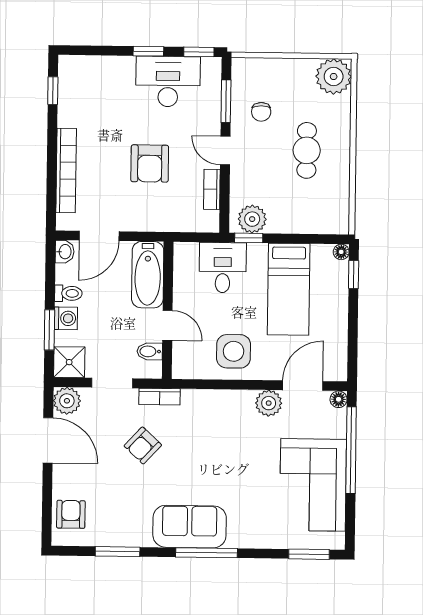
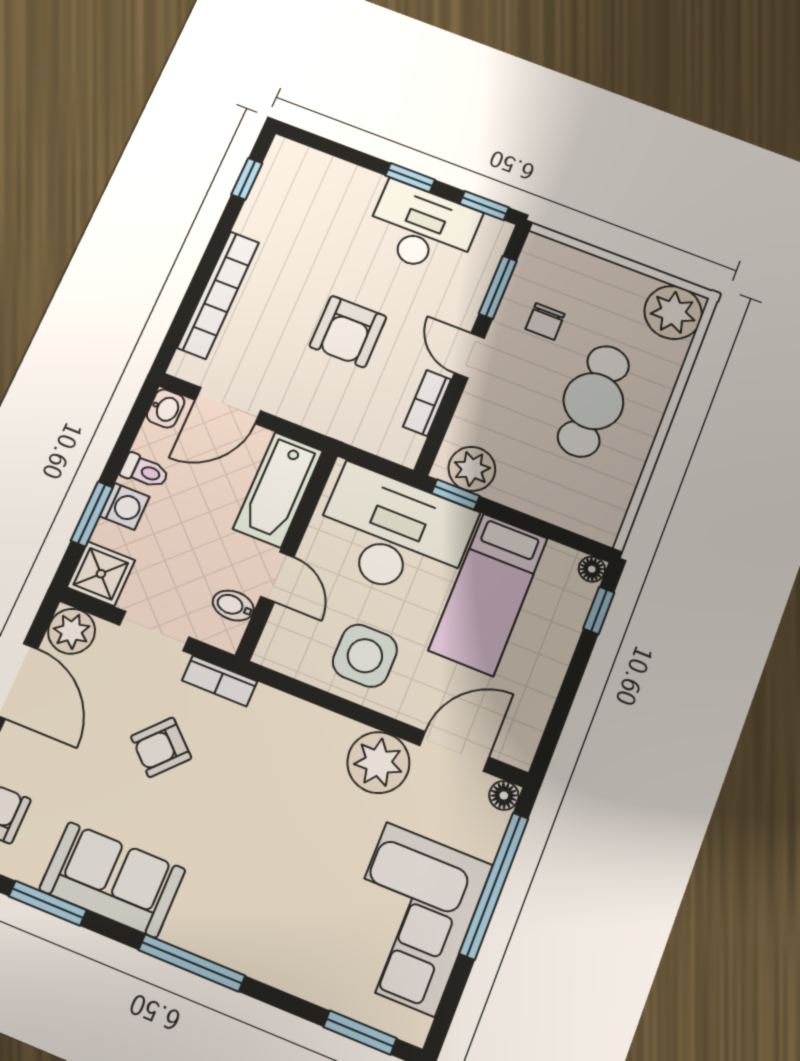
cafe table: (307, 150) -> (593, 401), width x1.37, depth x1.35
desk: (223, 268) -> (393, 534), width x1.87, depth x1.30
plant: (269, 403) -> (378, 763), width x1.36, depth x1.36
sofa: (190, 527) -> (112, 880), moved

